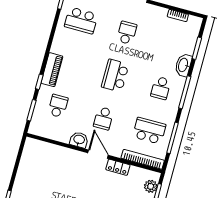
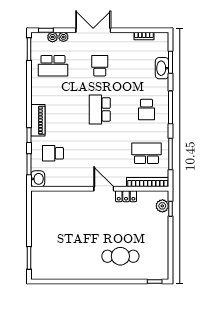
washbasin: (183, 65) -> (162, 68), moved
school desk: (58, 106) -> (53, 153), turned -90
school desk: (104, 118) -> (100, 153), removed
washbasin: (79, 140) -> (38, 179), moved, turned 90

